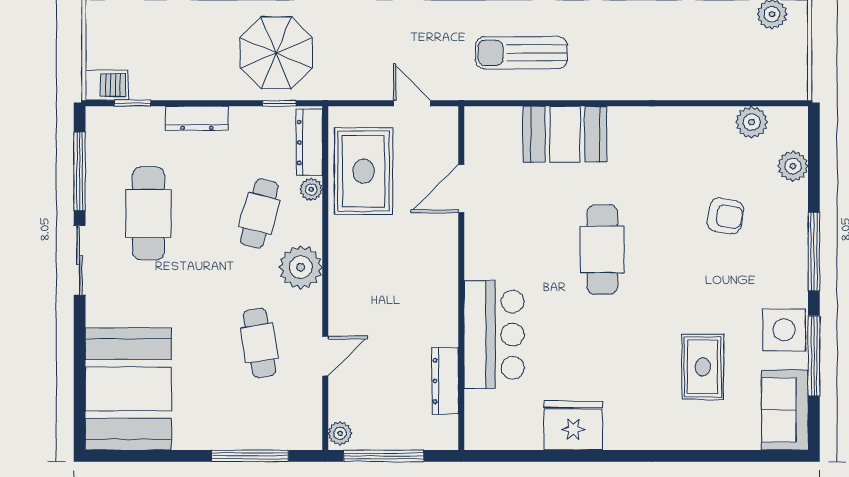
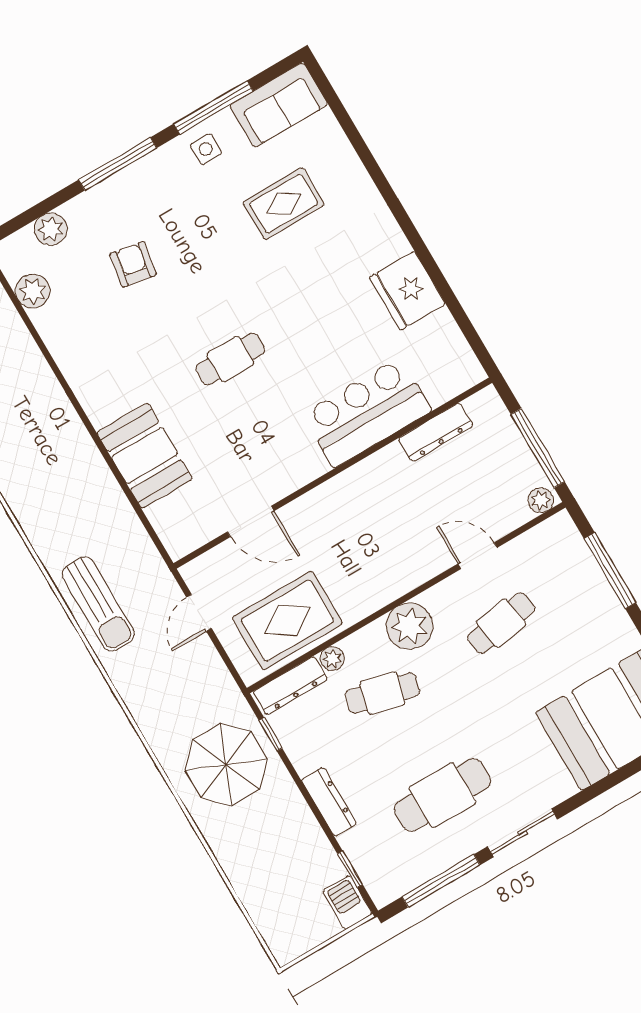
sun lounger: (521, 53) -> (98, 604), moved
cafe table: (602, 250) -> (230, 359), width x0.73, depth x0.74
side table: (784, 330) -> (206, 149), width x0.54, depth x0.54

